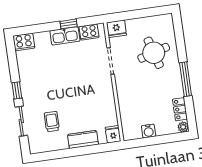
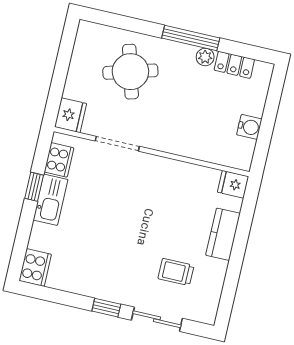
plant: (183, 127) -> (205, 57), moved

